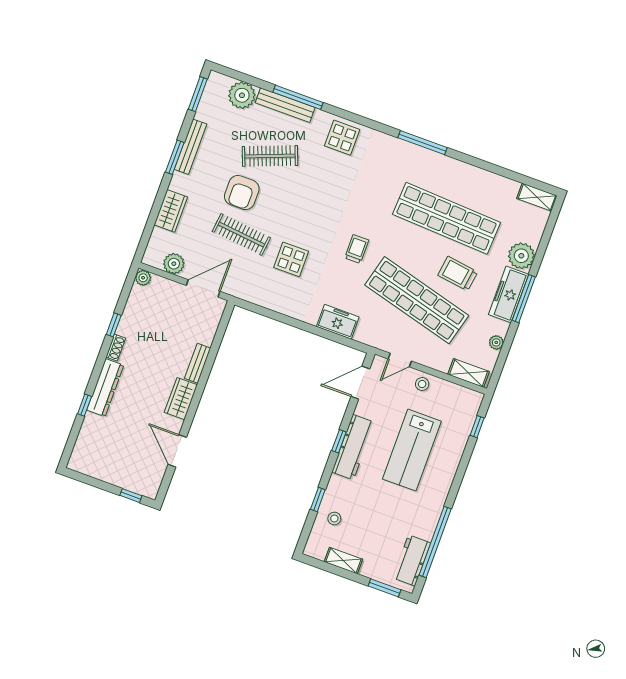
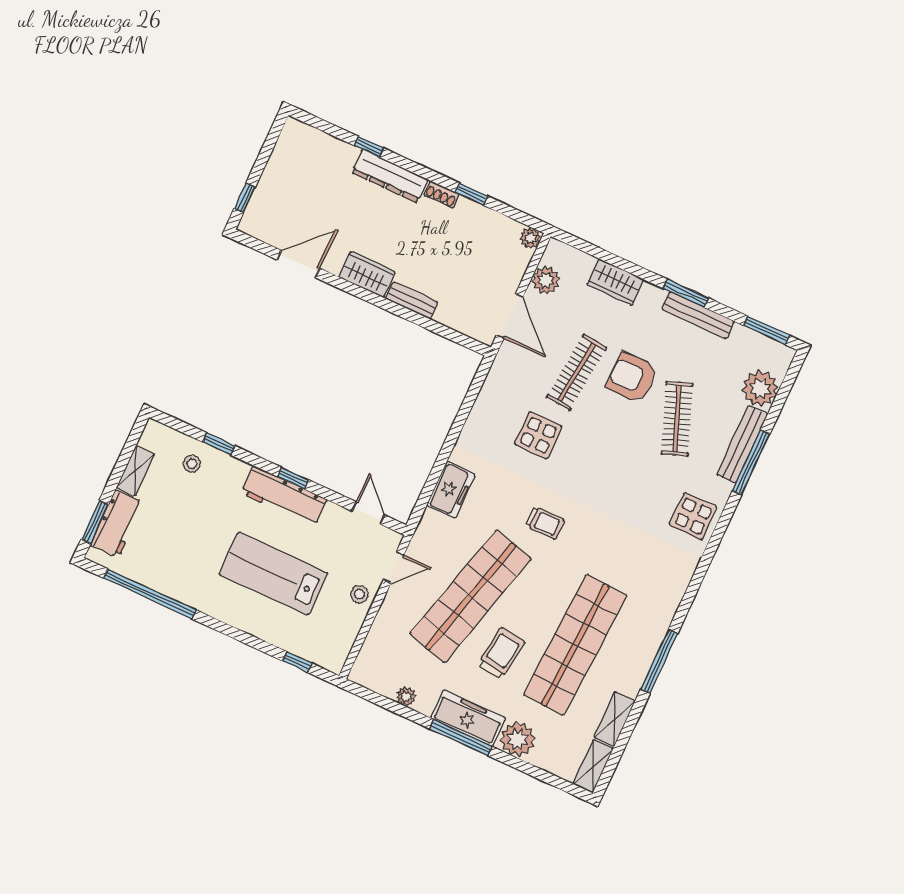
window: (422, 143) -> (659, 661), moved
door: (400, 360) -> (394, 567), swing flipped
shelving: (469, 373) -> (615, 719), moved
door: (360, 383) -> (368, 513), width x0.73
workbench: (412, 560) -> (117, 524), moved, turned 90

